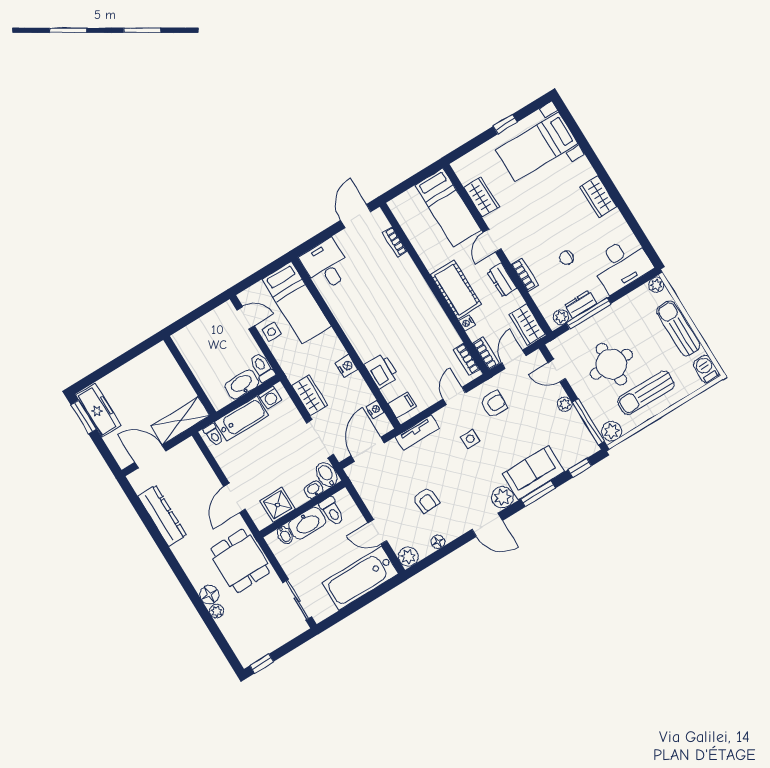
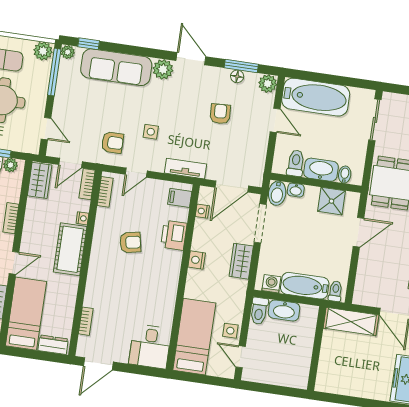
dresser: (502, 280) -> (53, 345), moved, turned -90
armchair: (412, 336) -> (130, 242), added
armchair: (494, 404) -> (112, 143), turned 180
plant: (565, 404) -> (68, 52), moved
sofa: (533, 473) -> (116, 67), width x1.36
window: (538, 494) -> (241, 66), moved

